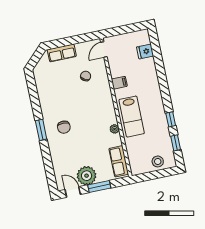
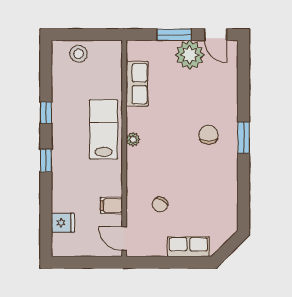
door: (104, 50) -> (124, 239), swing flipped
filing cabinet: (119, 83) -> (111, 205), moved
plant: (115, 129) -> (133, 139), moved
window: (176, 143) -> (46, 160), moved
row of seats: (119, 161) -> (137, 84), moved

